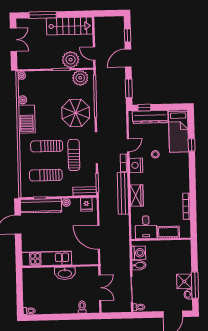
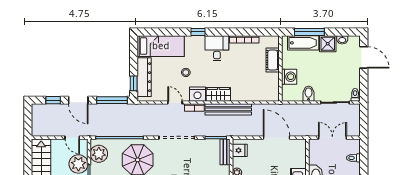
door: (94, 54) -> (72, 138), hinge flipped
window: (129, 88) -> (112, 100), width x1.44
window: (192, 145) -> (198, 32), moved
sun lounger: (74, 155) -> (184, 163), removed
wardrobe: (137, 195) -> (218, 94), moved
desk: (146, 227) -> (217, 48), moved, turned -90
door: (99, 237) -> (276, 138), swing flipped
washing machine: (139, 253) -> (289, 77), moved, turned 90
bathtub: (185, 259) -> (303, 43), added
window: (195, 285) -> (309, 32), moved

